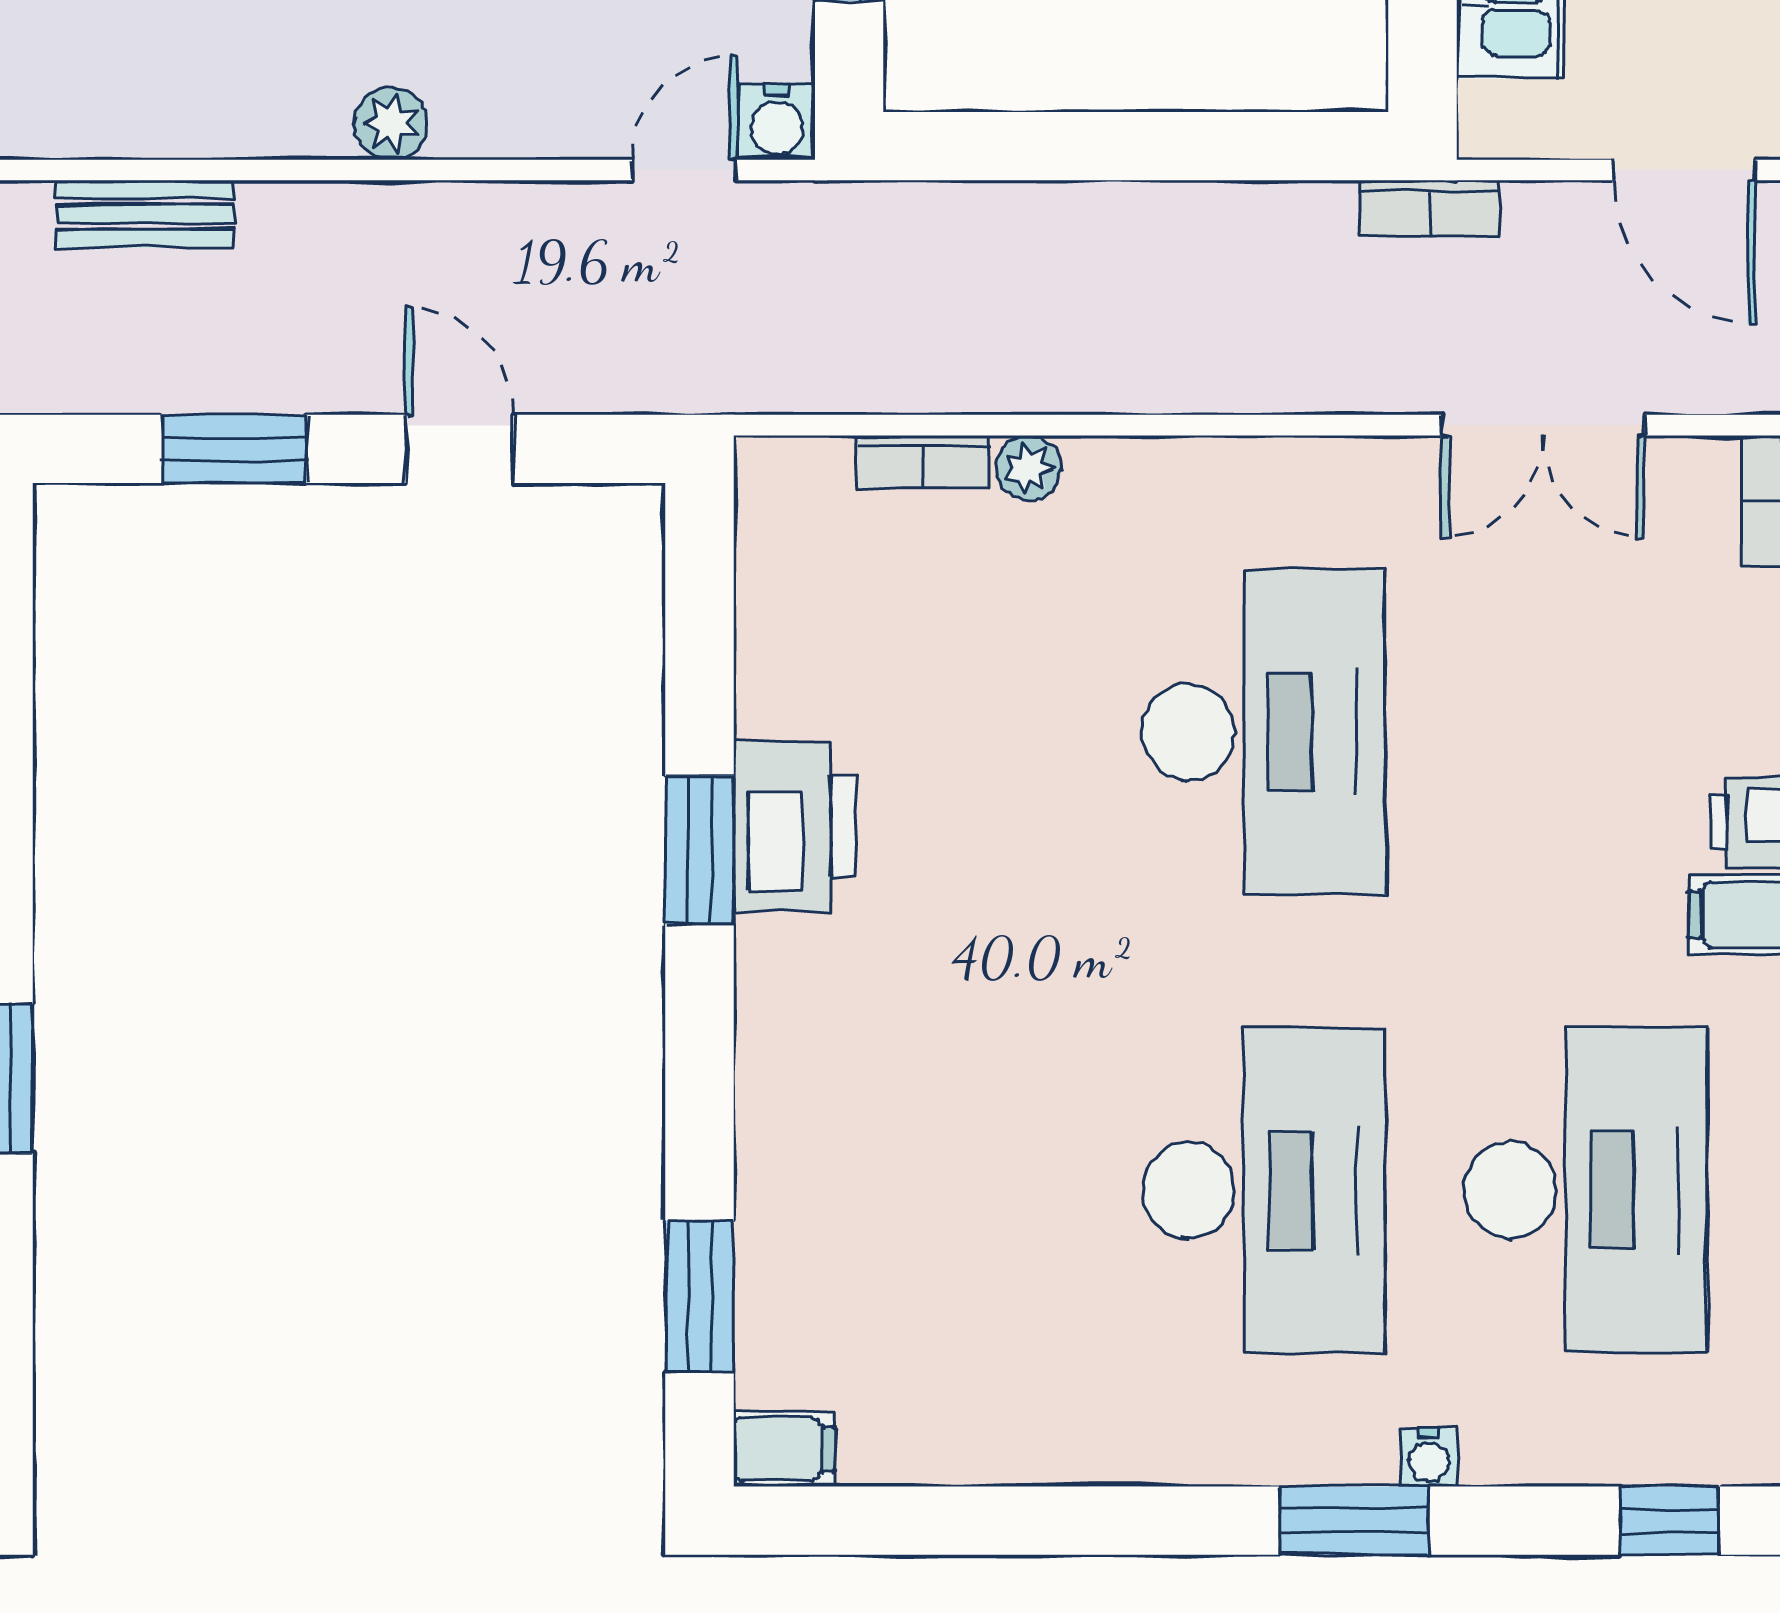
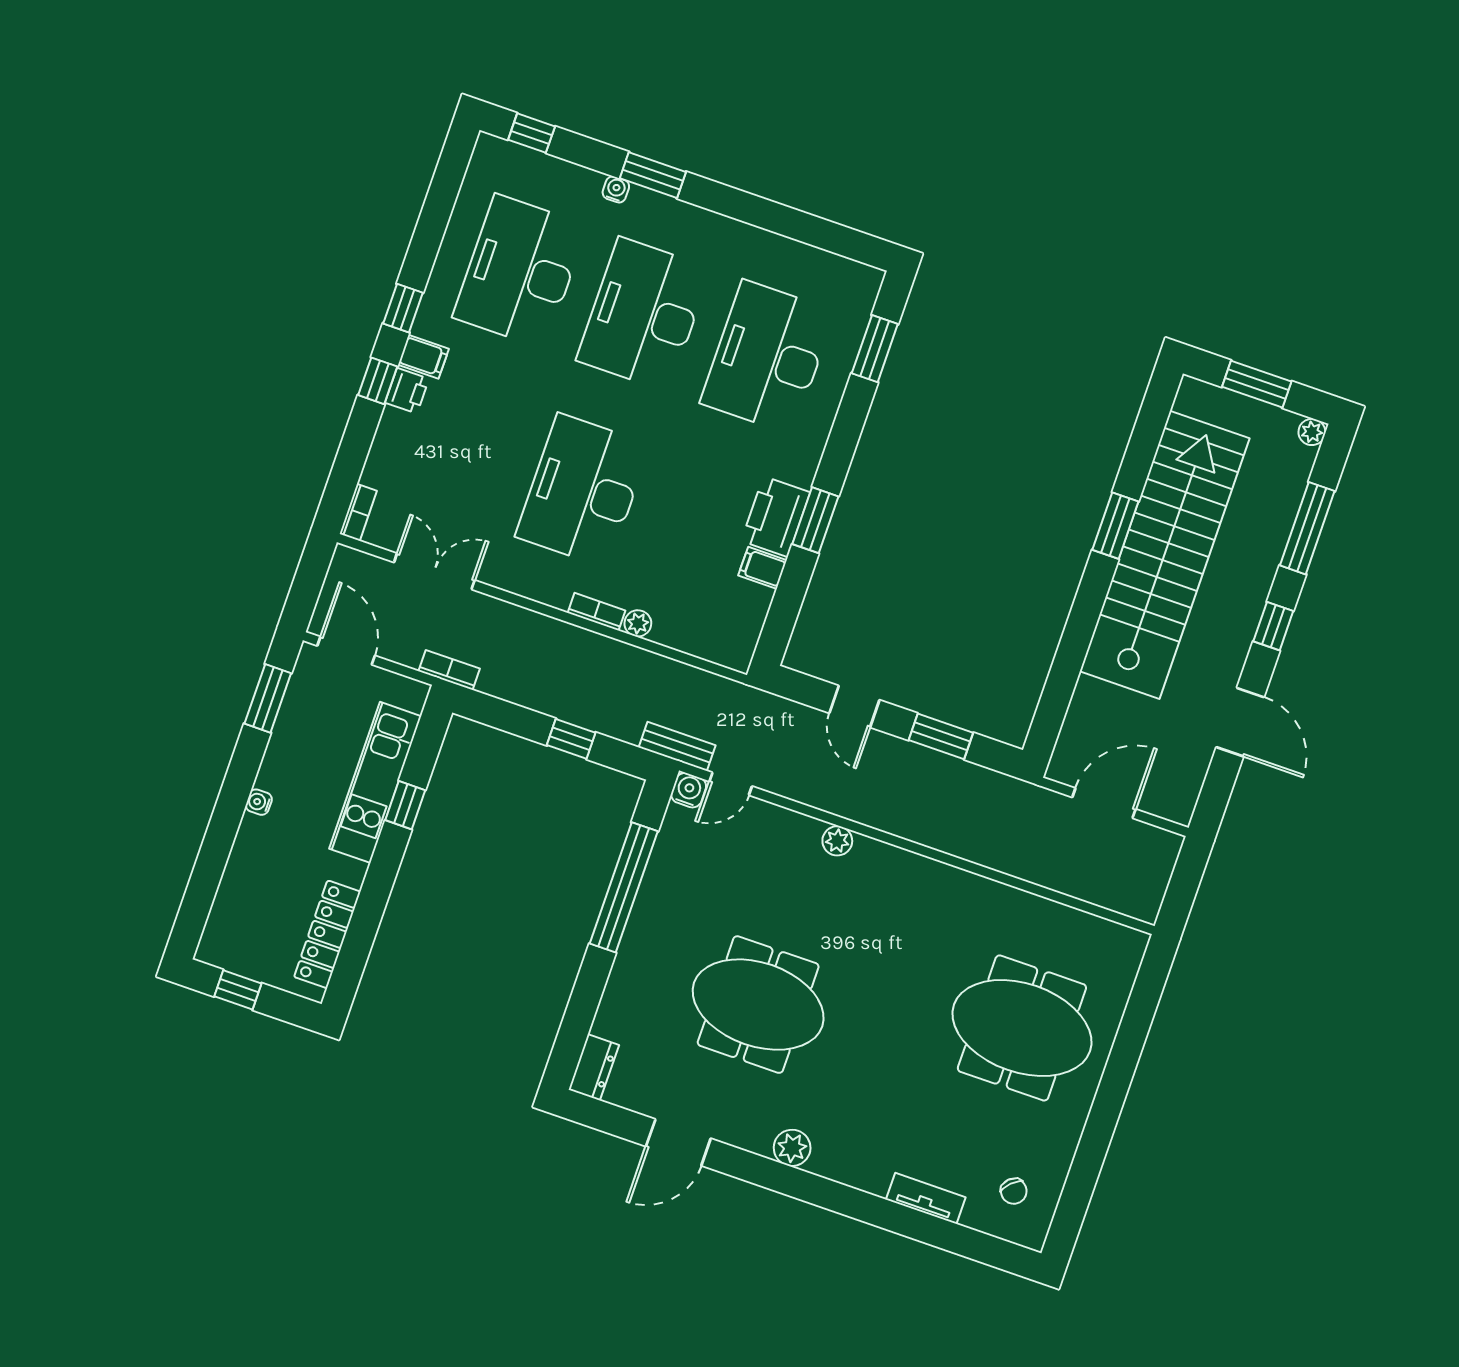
window: (1091, 146) -> (571, 739), added
bench: (145, 214) -> (677, 746), moved
bookcase: (923, 462) -> (596, 612), moved
desk: (942, 1190) -> (768, 357), added
filing cabinet: (784, 1449) -> (763, 568), moved

